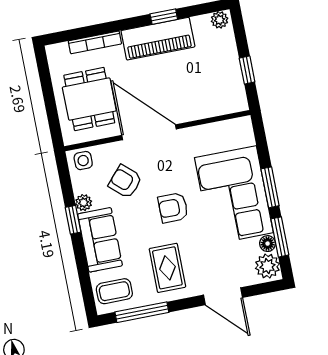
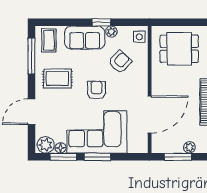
plant: (230, 56) -> (190, 147), added
window: (247, 70) -> (178, 157), width x1.50
door: (149, 132) -> (150, 114), moved

